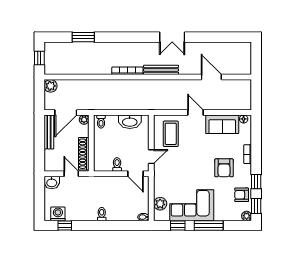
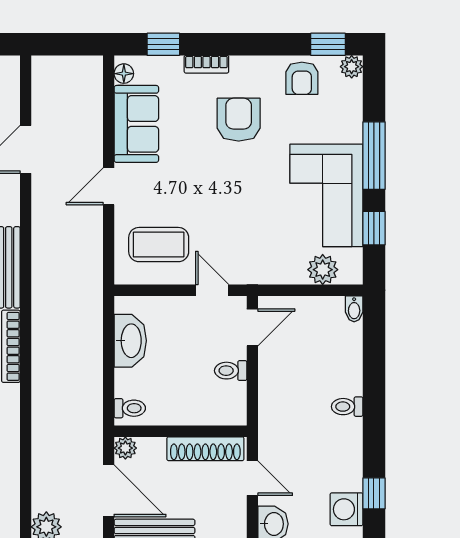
armchair: (224, 168) -> (239, 120), turned -90
door: (71, 174) -> (252, 478), swing flipped
window: (256, 182) -> (163, 44), moved

